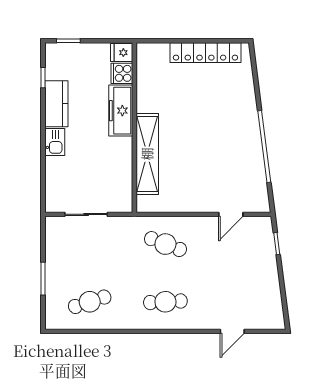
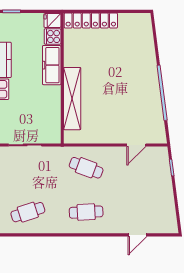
locker: (205, 53) -> (91, 20), moved

